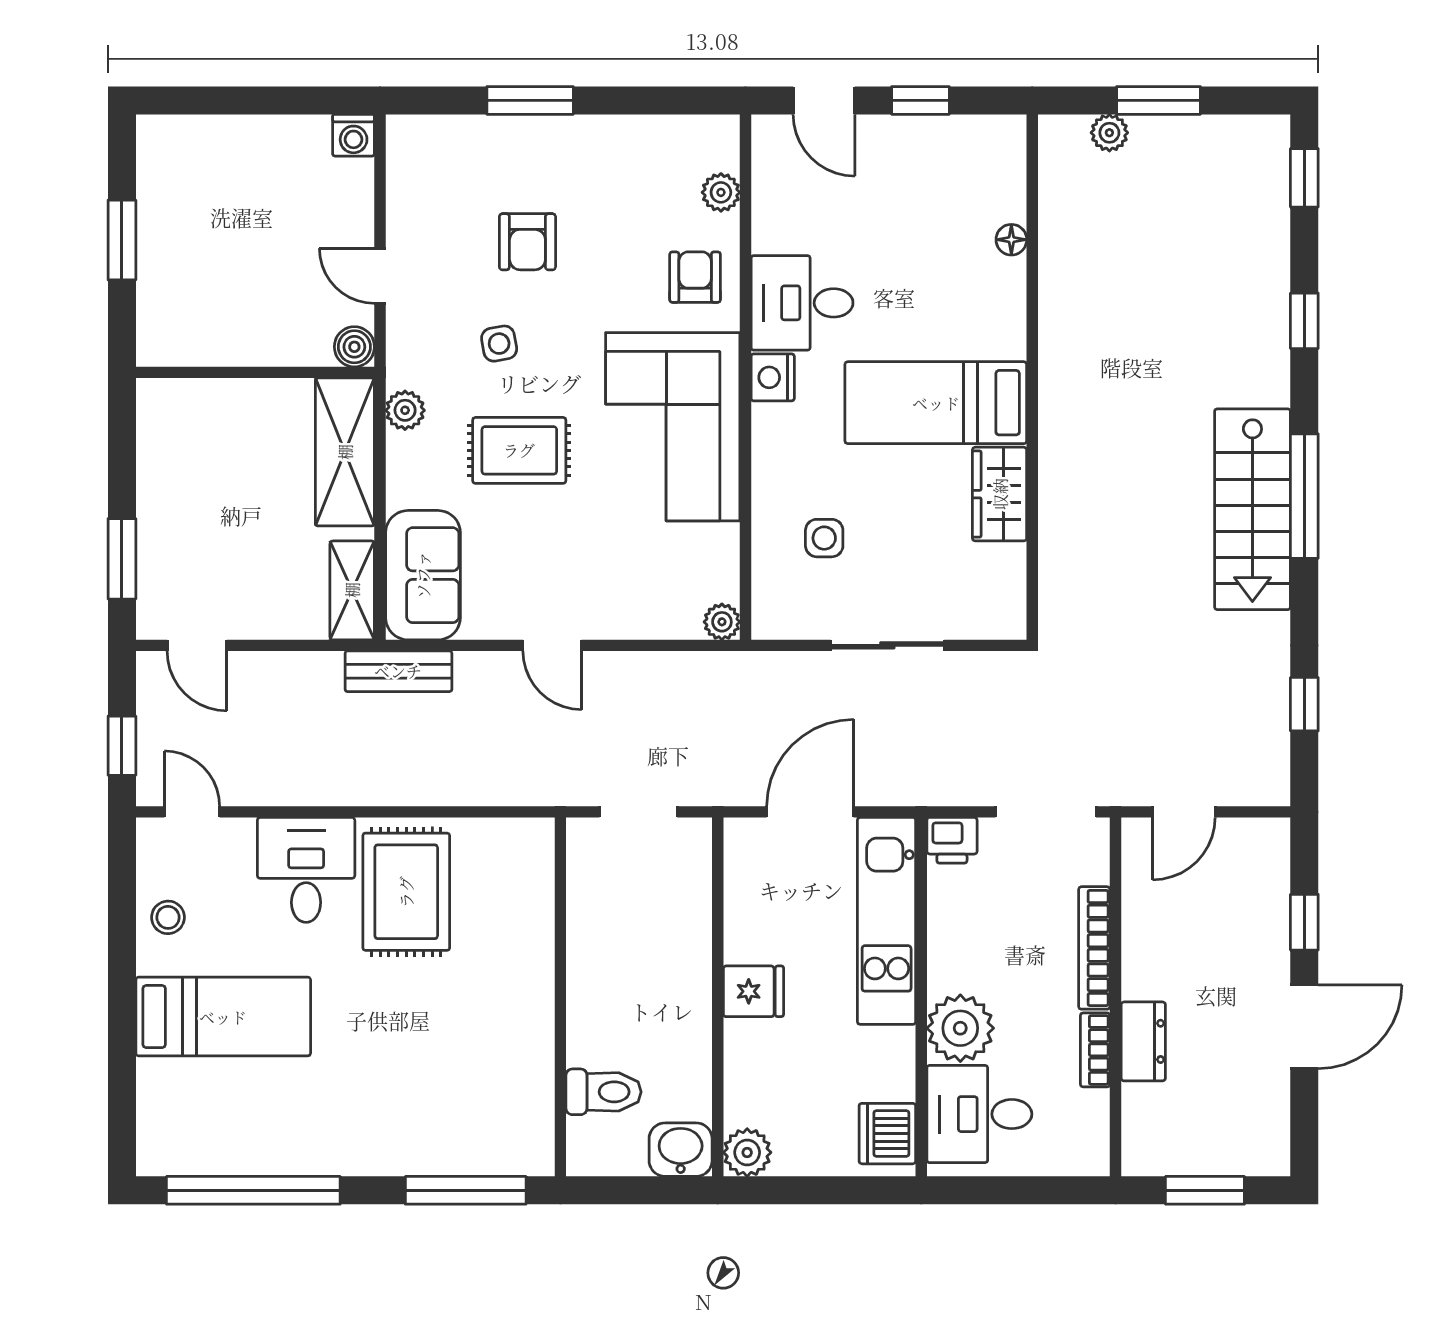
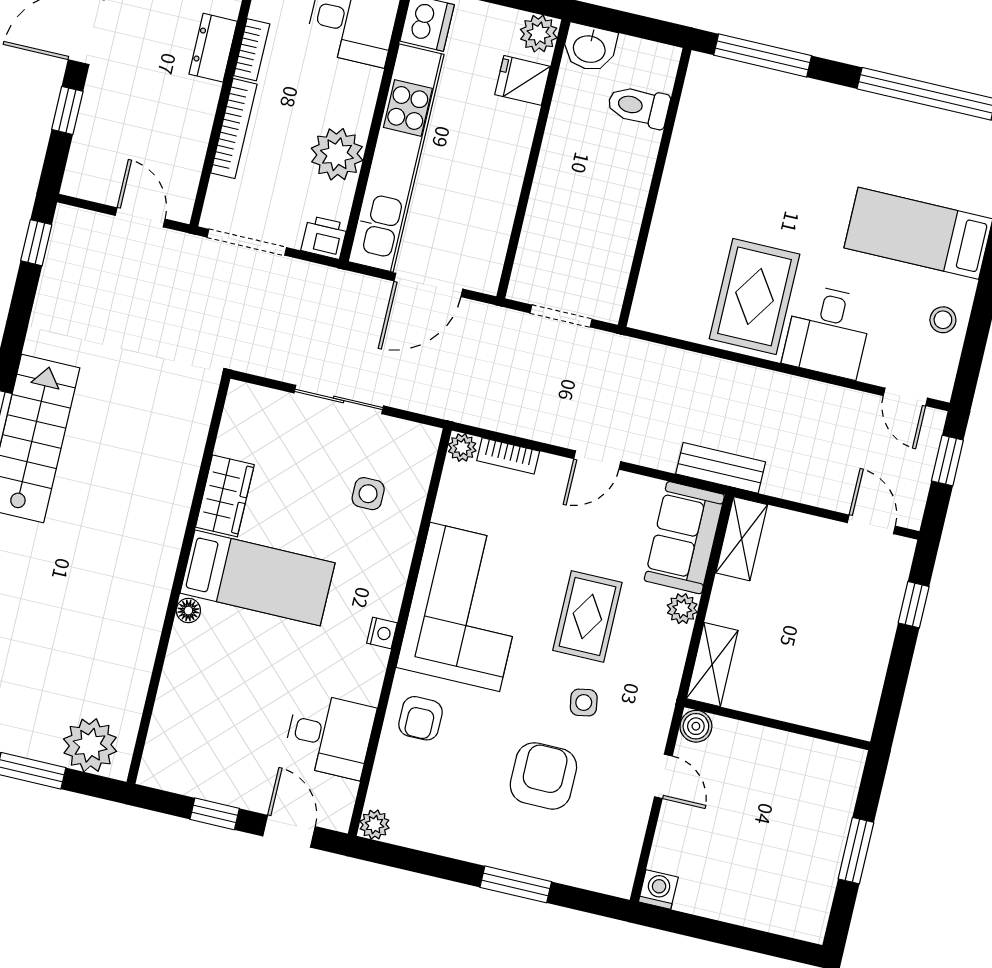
plant: (1109, 133) -> (90, 745), width x1.88, depth x1.88
plant: (721, 192) -> (375, 825), moved
floor lamp: (1011, 240) -> (188, 611), moved
armchair: (527, 242) -> (543, 776), width x1.38, depth x1.38
desk: (802, 303) -> (329, 735), moved
nightstand: (773, 377) -> (382, 633), width x0.72, depth x0.74
plant: (405, 410) -> (682, 609), moved
rug: (519, 450) -> (587, 616), turned 90
shelving: (345, 452) -> (712, 664), width x0.67, depth x0.75
window: (122, 559) -> (914, 605), width x0.67
bookcase: (663, 625) -> (508, 456), added
door: (552, 645) -> (597, 460), swing flipped
window: (1304, 704) -> (36, 243), moved
door: (1184, 812) -> (140, 217), hinge flipped
kitchen unit: (887, 921) -> (396, 158), width x1.36
fridge: (753, 991) -> (523, 80), moved
plant: (960, 1028) -> (337, 154), moved

